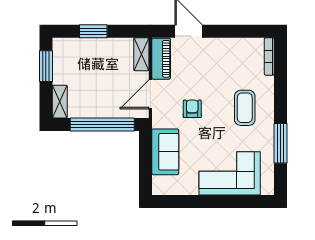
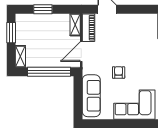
coffee table: (245, 108) -> (145, 61), removed
armchair: (192, 109) -> (119, 72), moved
sofa: (165, 152) -> (91, 96), width x1.36

